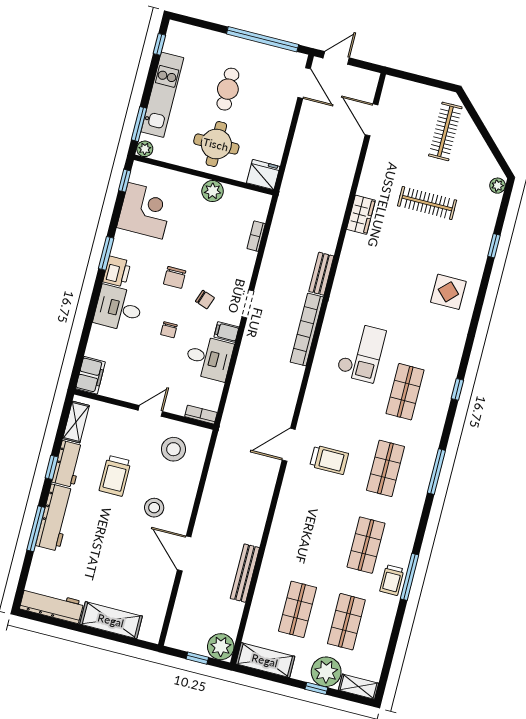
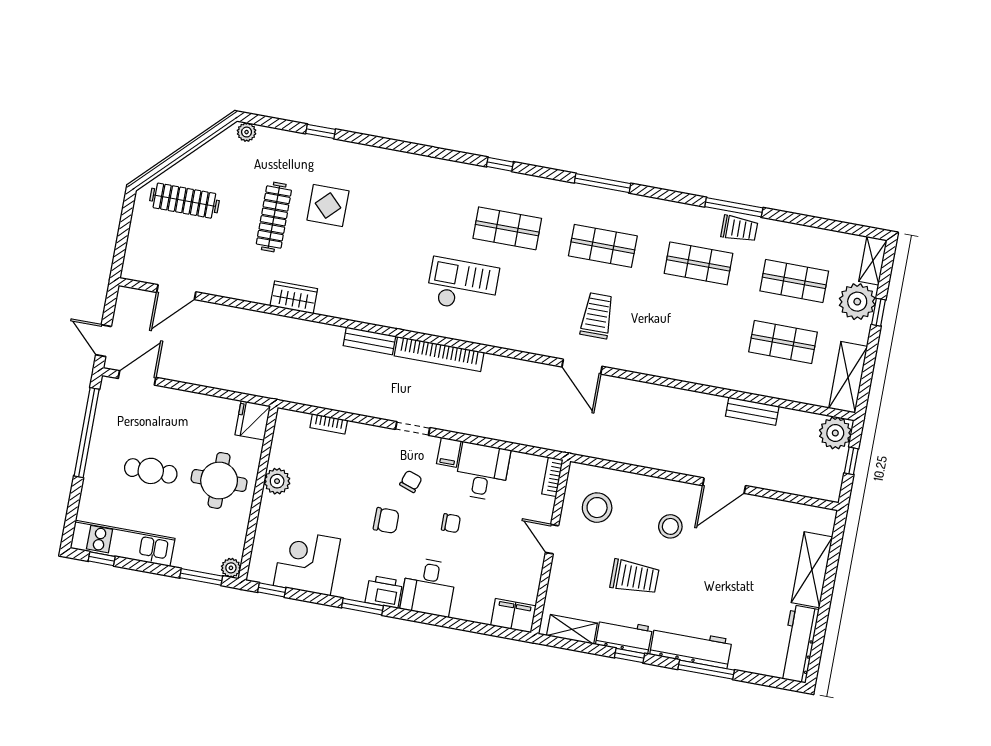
kitchen unit: (162, 95) -> (123, 543), moved
display table: (448, 292) -> (328, 205), moved
bench: (245, 573) -> (752, 411), width x0.73

